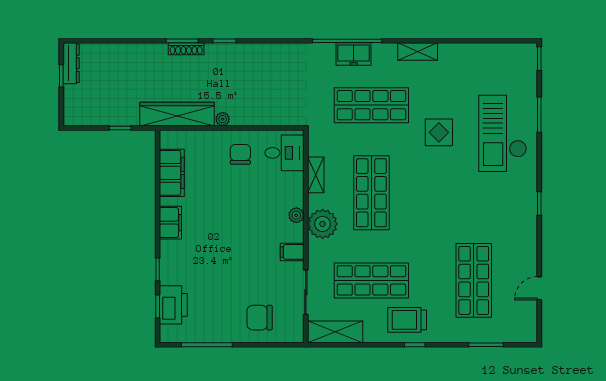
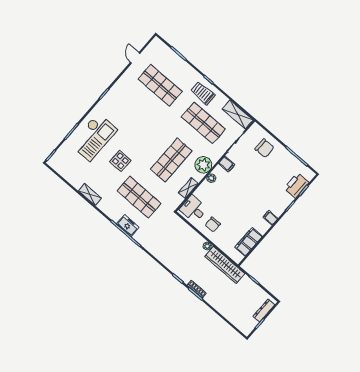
shelving: (418, 52) -> (90, 194), moved
dresser: (71, 63) -> (264, 310), moved
filing cabinet: (170, 223) -> (270, 218), width x0.50
shop shelf: (474, 280) -> (160, 85), turned 90
door: (539, 288) -> (135, 58), swing flipped
trolley: (407, 320) -> (203, 93), turned 180

